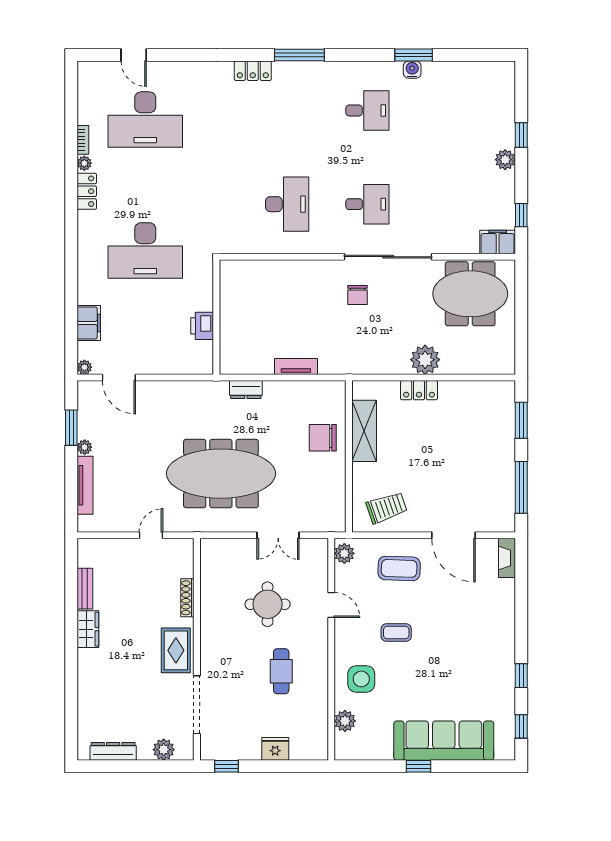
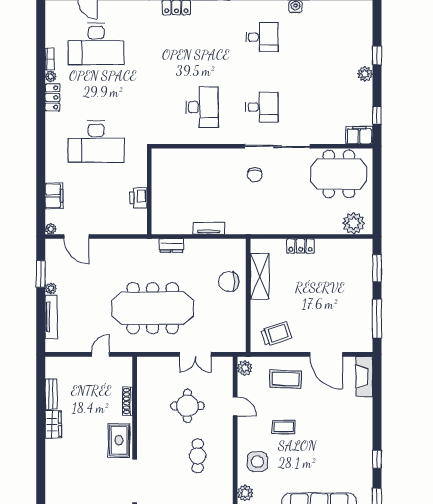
plant: (425, 360) -> (354, 223), moved
fireplace: (507, 558) -> (364, 377), width x1.37, depth x1.32

